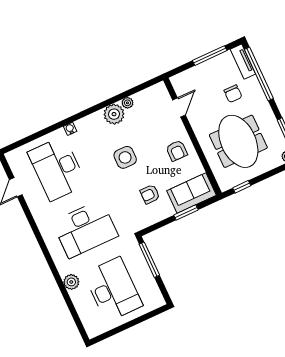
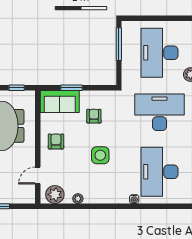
plant: (114, 114) -> (55, 195), moved
desk: (57, 168) -> (159, 172), turned 180
armchair: (150, 194) -> (94, 116), turned -90
window: (149, 260) -> (119, 44), moved

